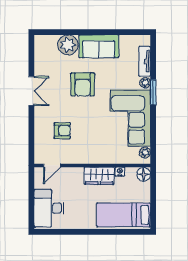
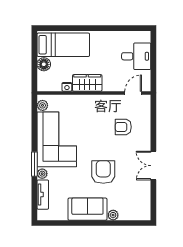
plant: (68, 45) -> (113, 215), width x0.53, depth x0.53
floor lamp: (144, 174) -> (44, 64), moved
desk: (49, 208) -> (136, 56), width x0.73

